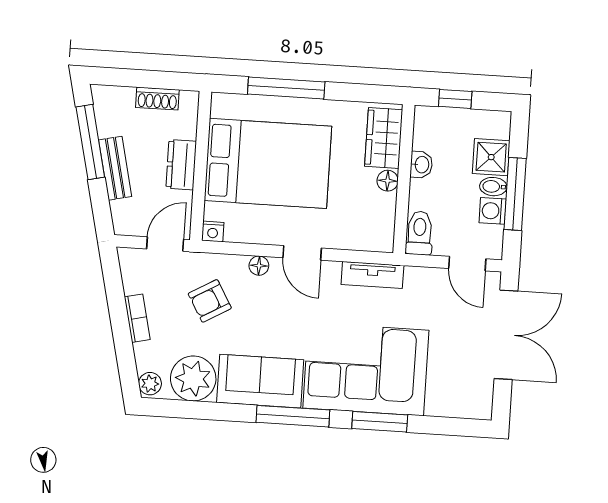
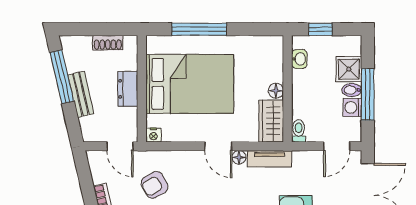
wardrobe: (384, 138) -> (271, 121), moved
washbasin: (421, 165) -> (299, 59), moved
toilet: (419, 233) -> (299, 131), width x0.73, depth x0.72
door: (165, 244) -> (120, 146), swing flipped
door: (467, 264) -> (337, 146), hinge flipped
floor lamp: (259, 266) -> (239, 157), moved

